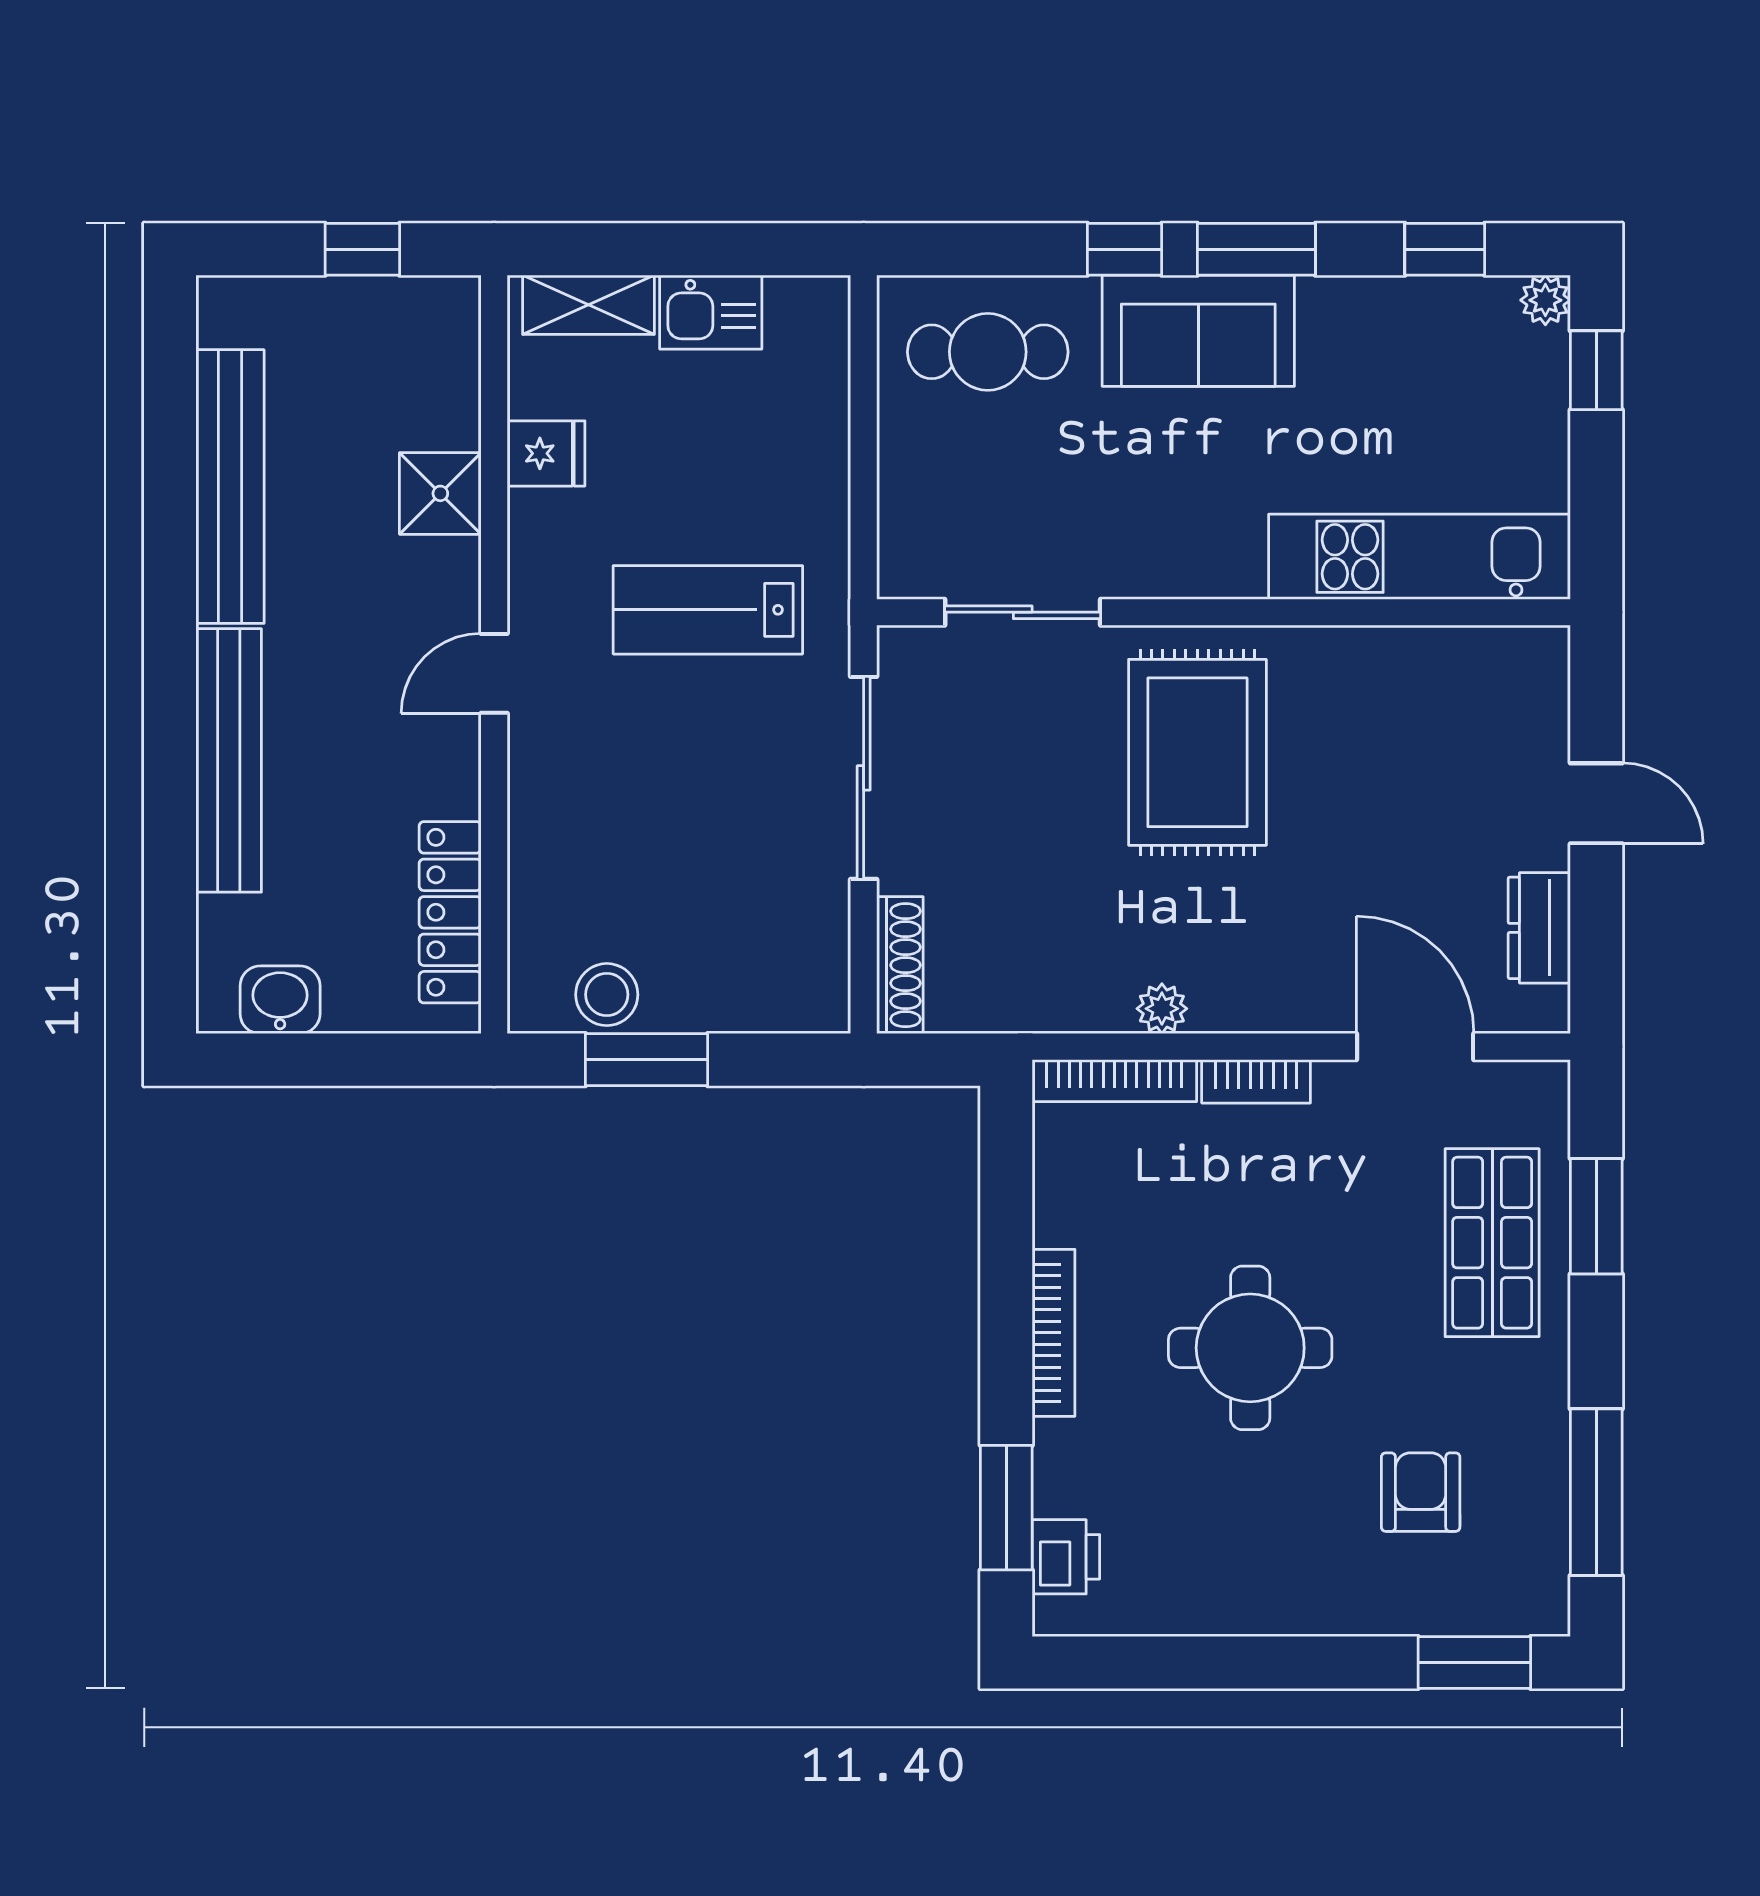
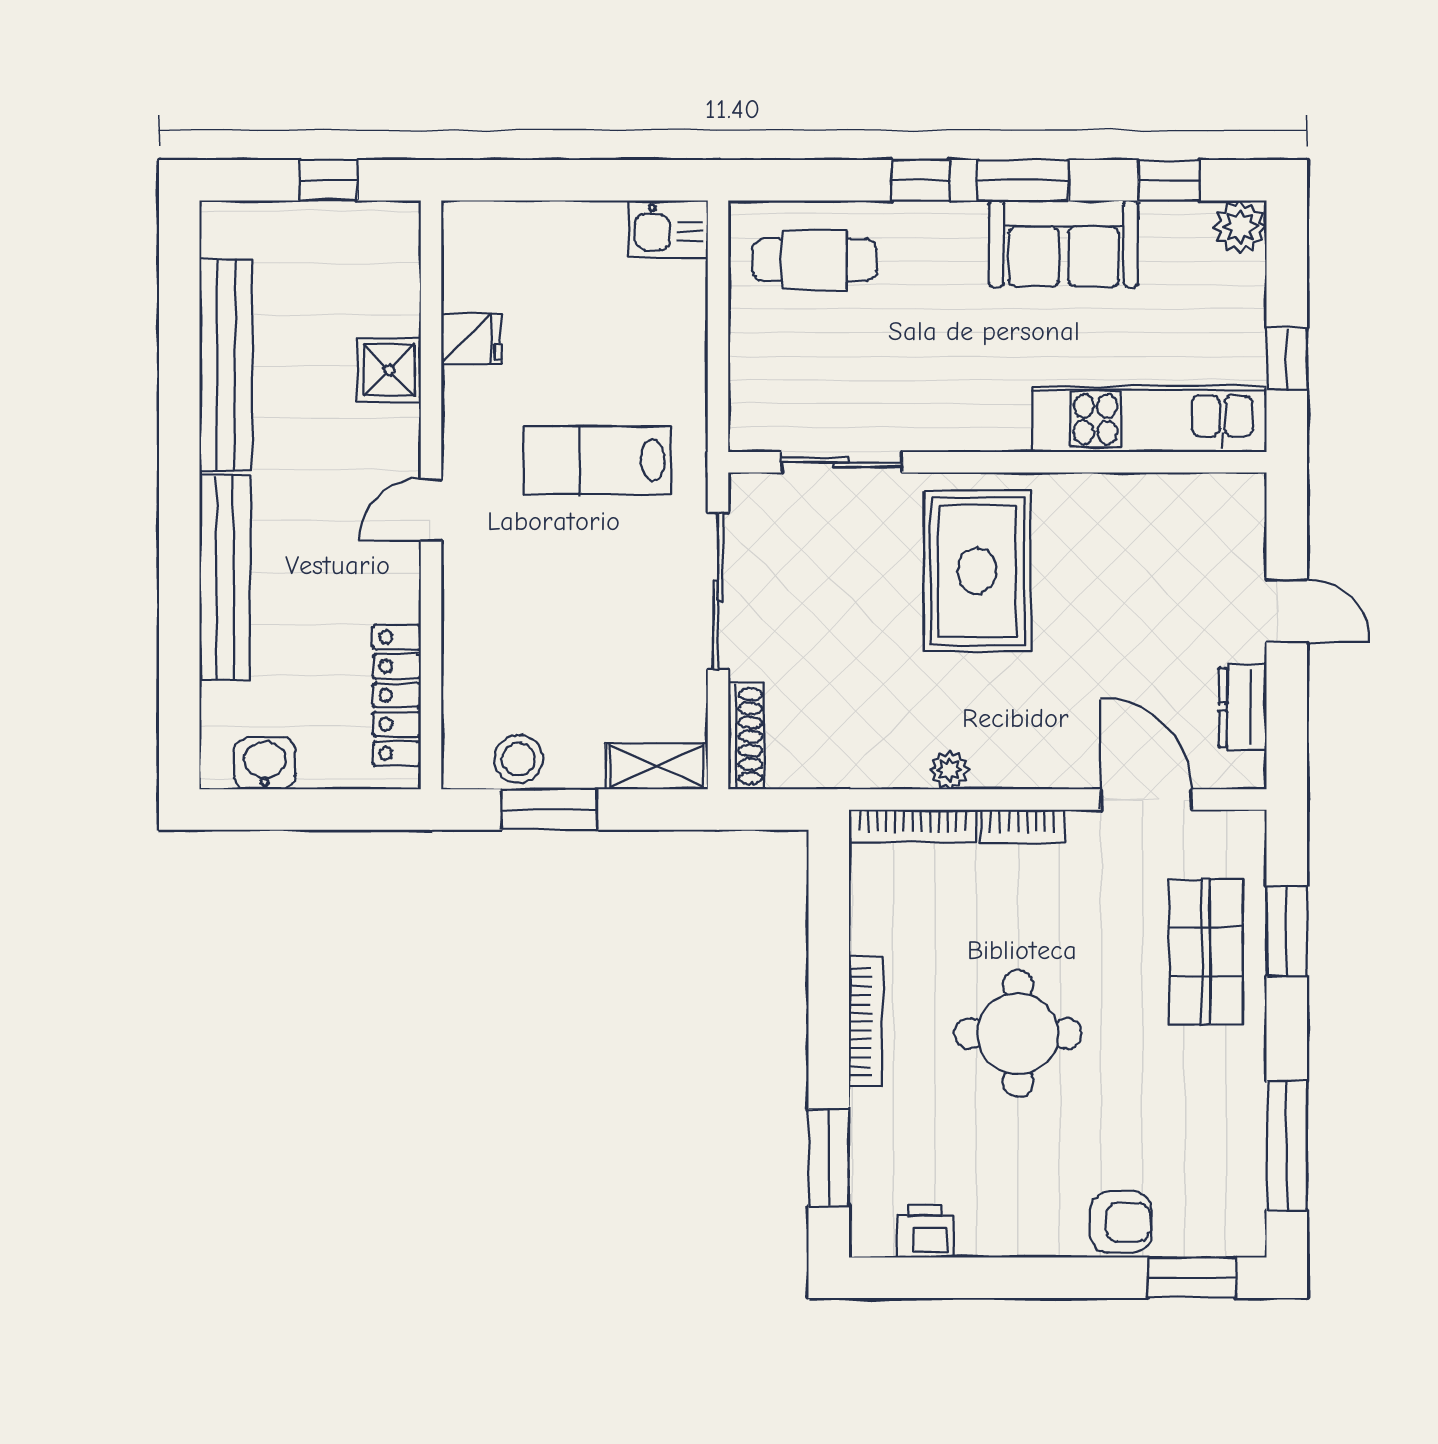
plant: (1545, 300) -> (1240, 227), width x1.38, depth x1.38
shelving: (589, 305) -> (657, 766), moved
kitchen sink: (711, 312) -> (668, 229), moved
sofa: (1198, 331) -> (1064, 244), moved
window: (1596, 370) -> (1287, 359), moved
armchair: (1421, 1492) -> (1121, 1222), moved, turned 90
printer: (1066, 1557) -> (925, 1231), moved, turned -90

